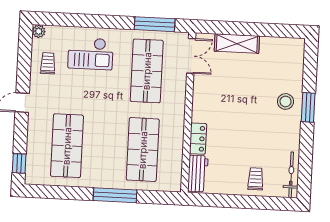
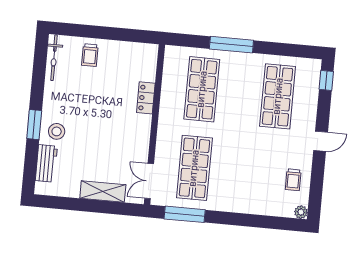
checkout: (91, 54) -> (250, 188), removed
workbench: (198, 174) -> (46, 163), moved, turned 180

